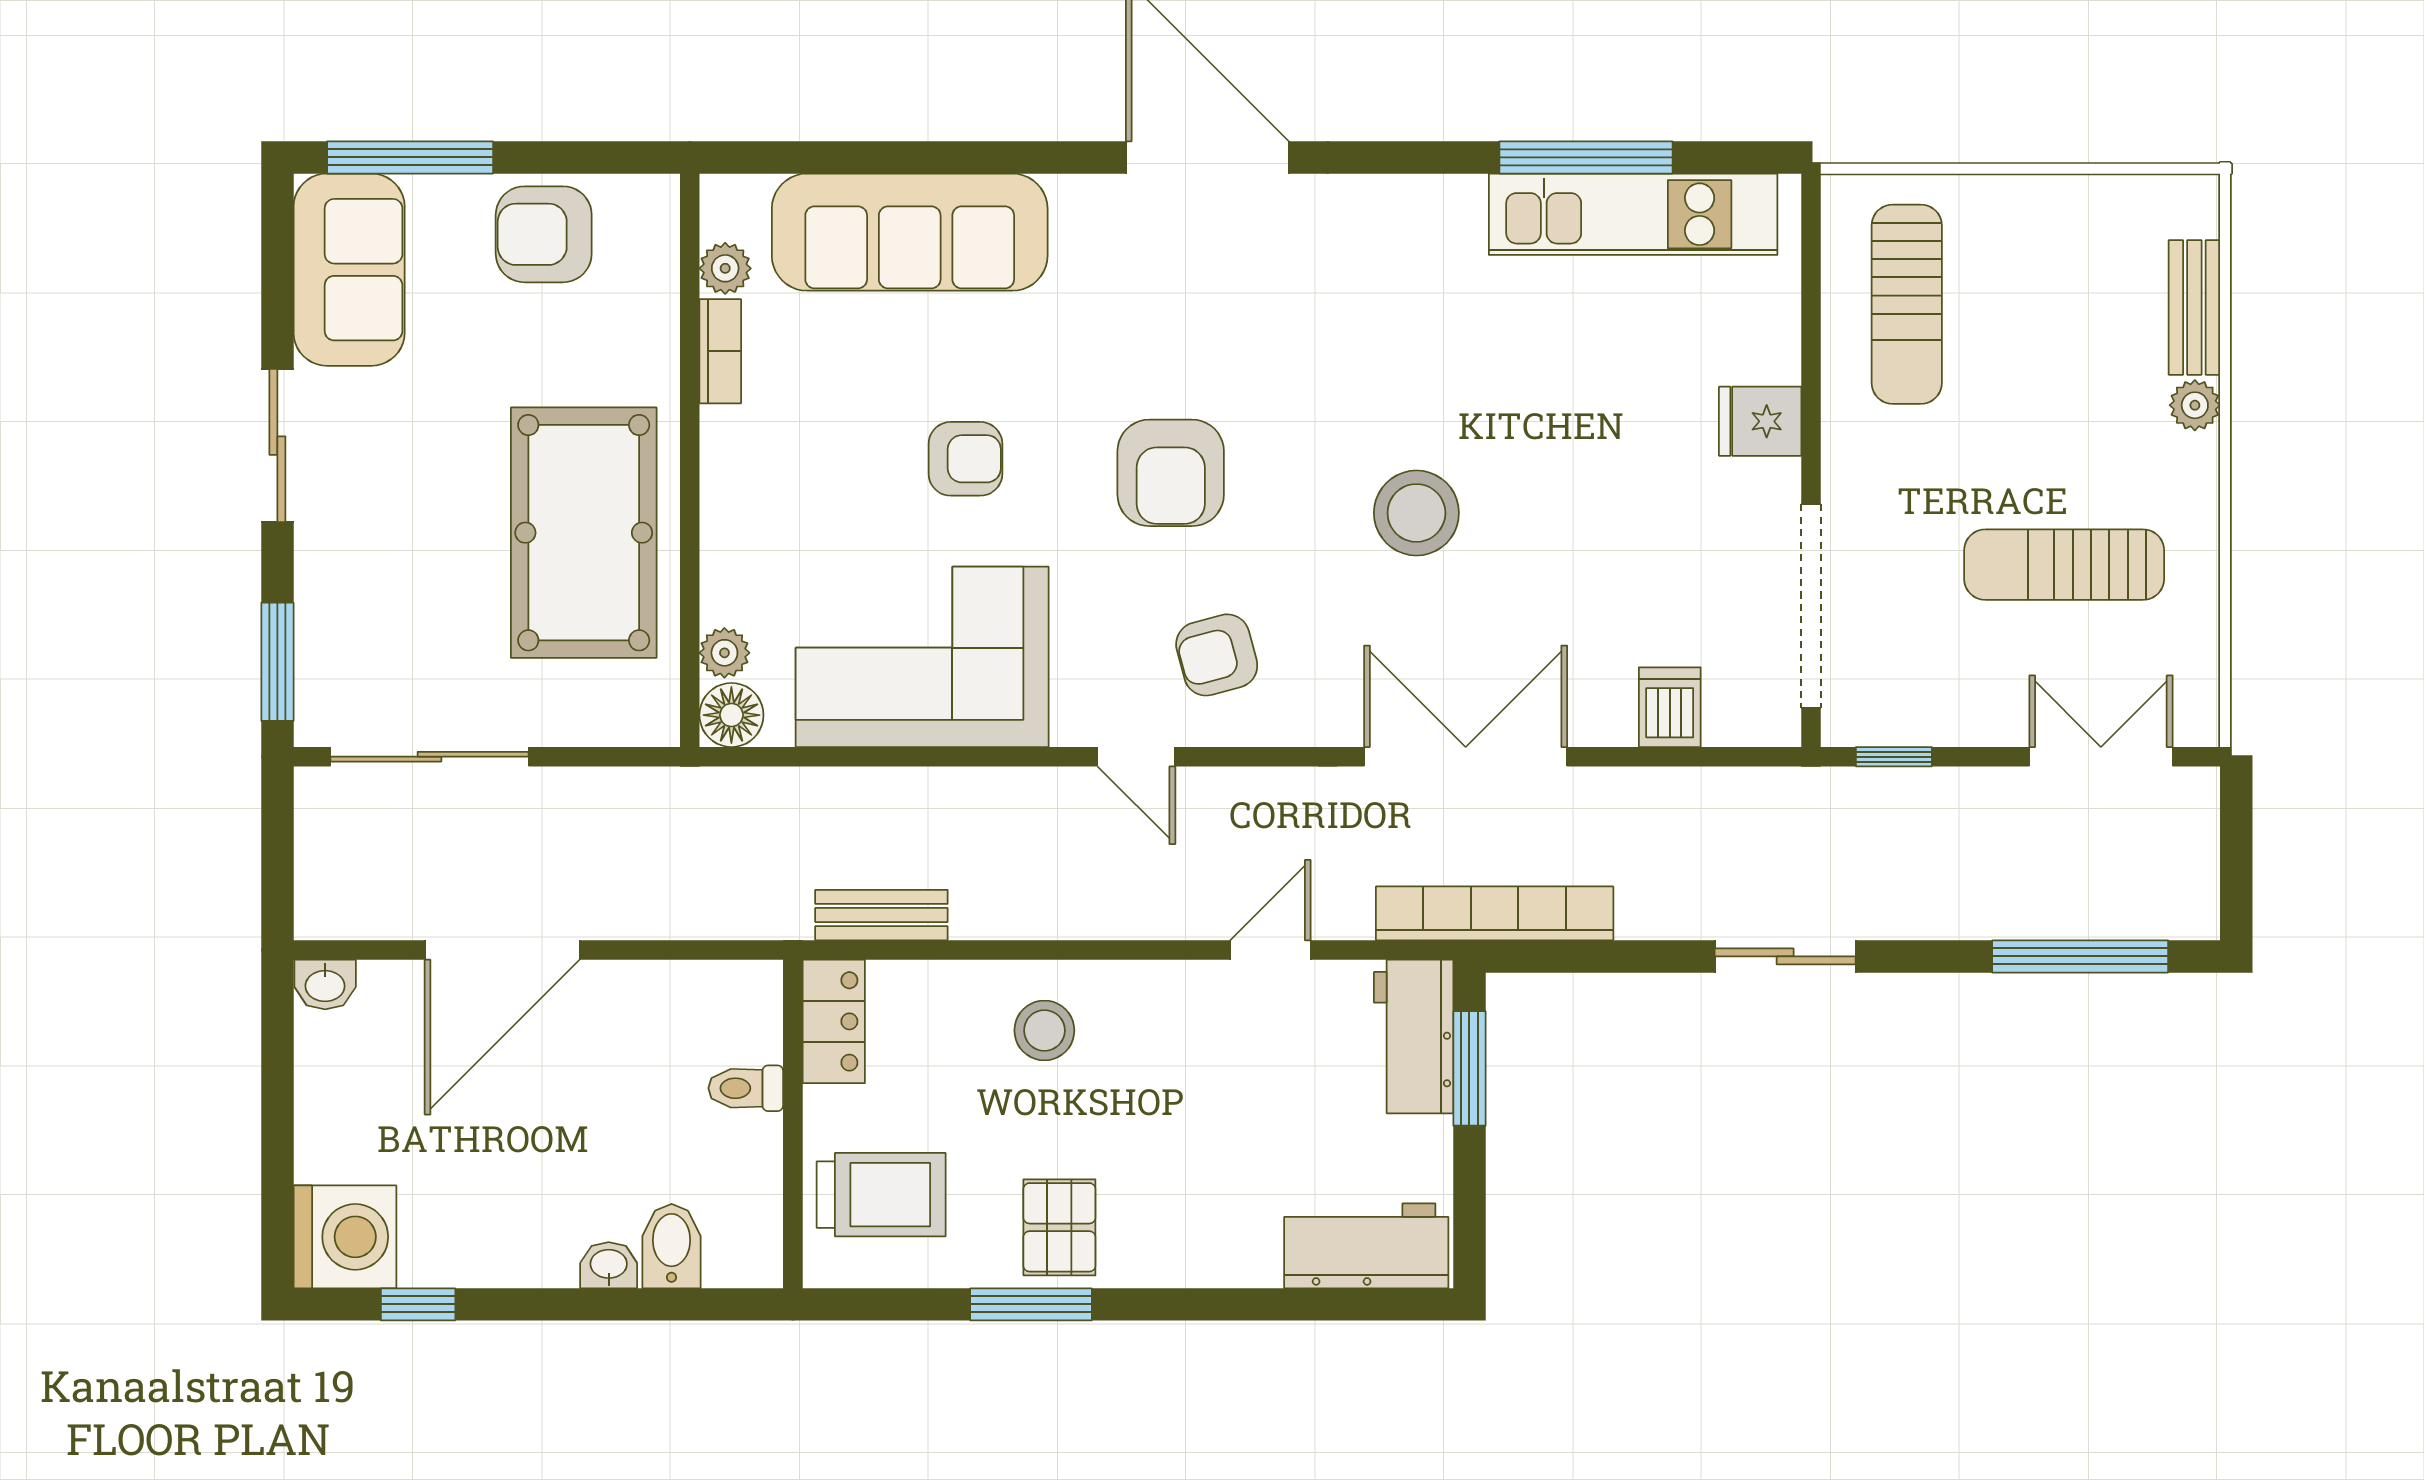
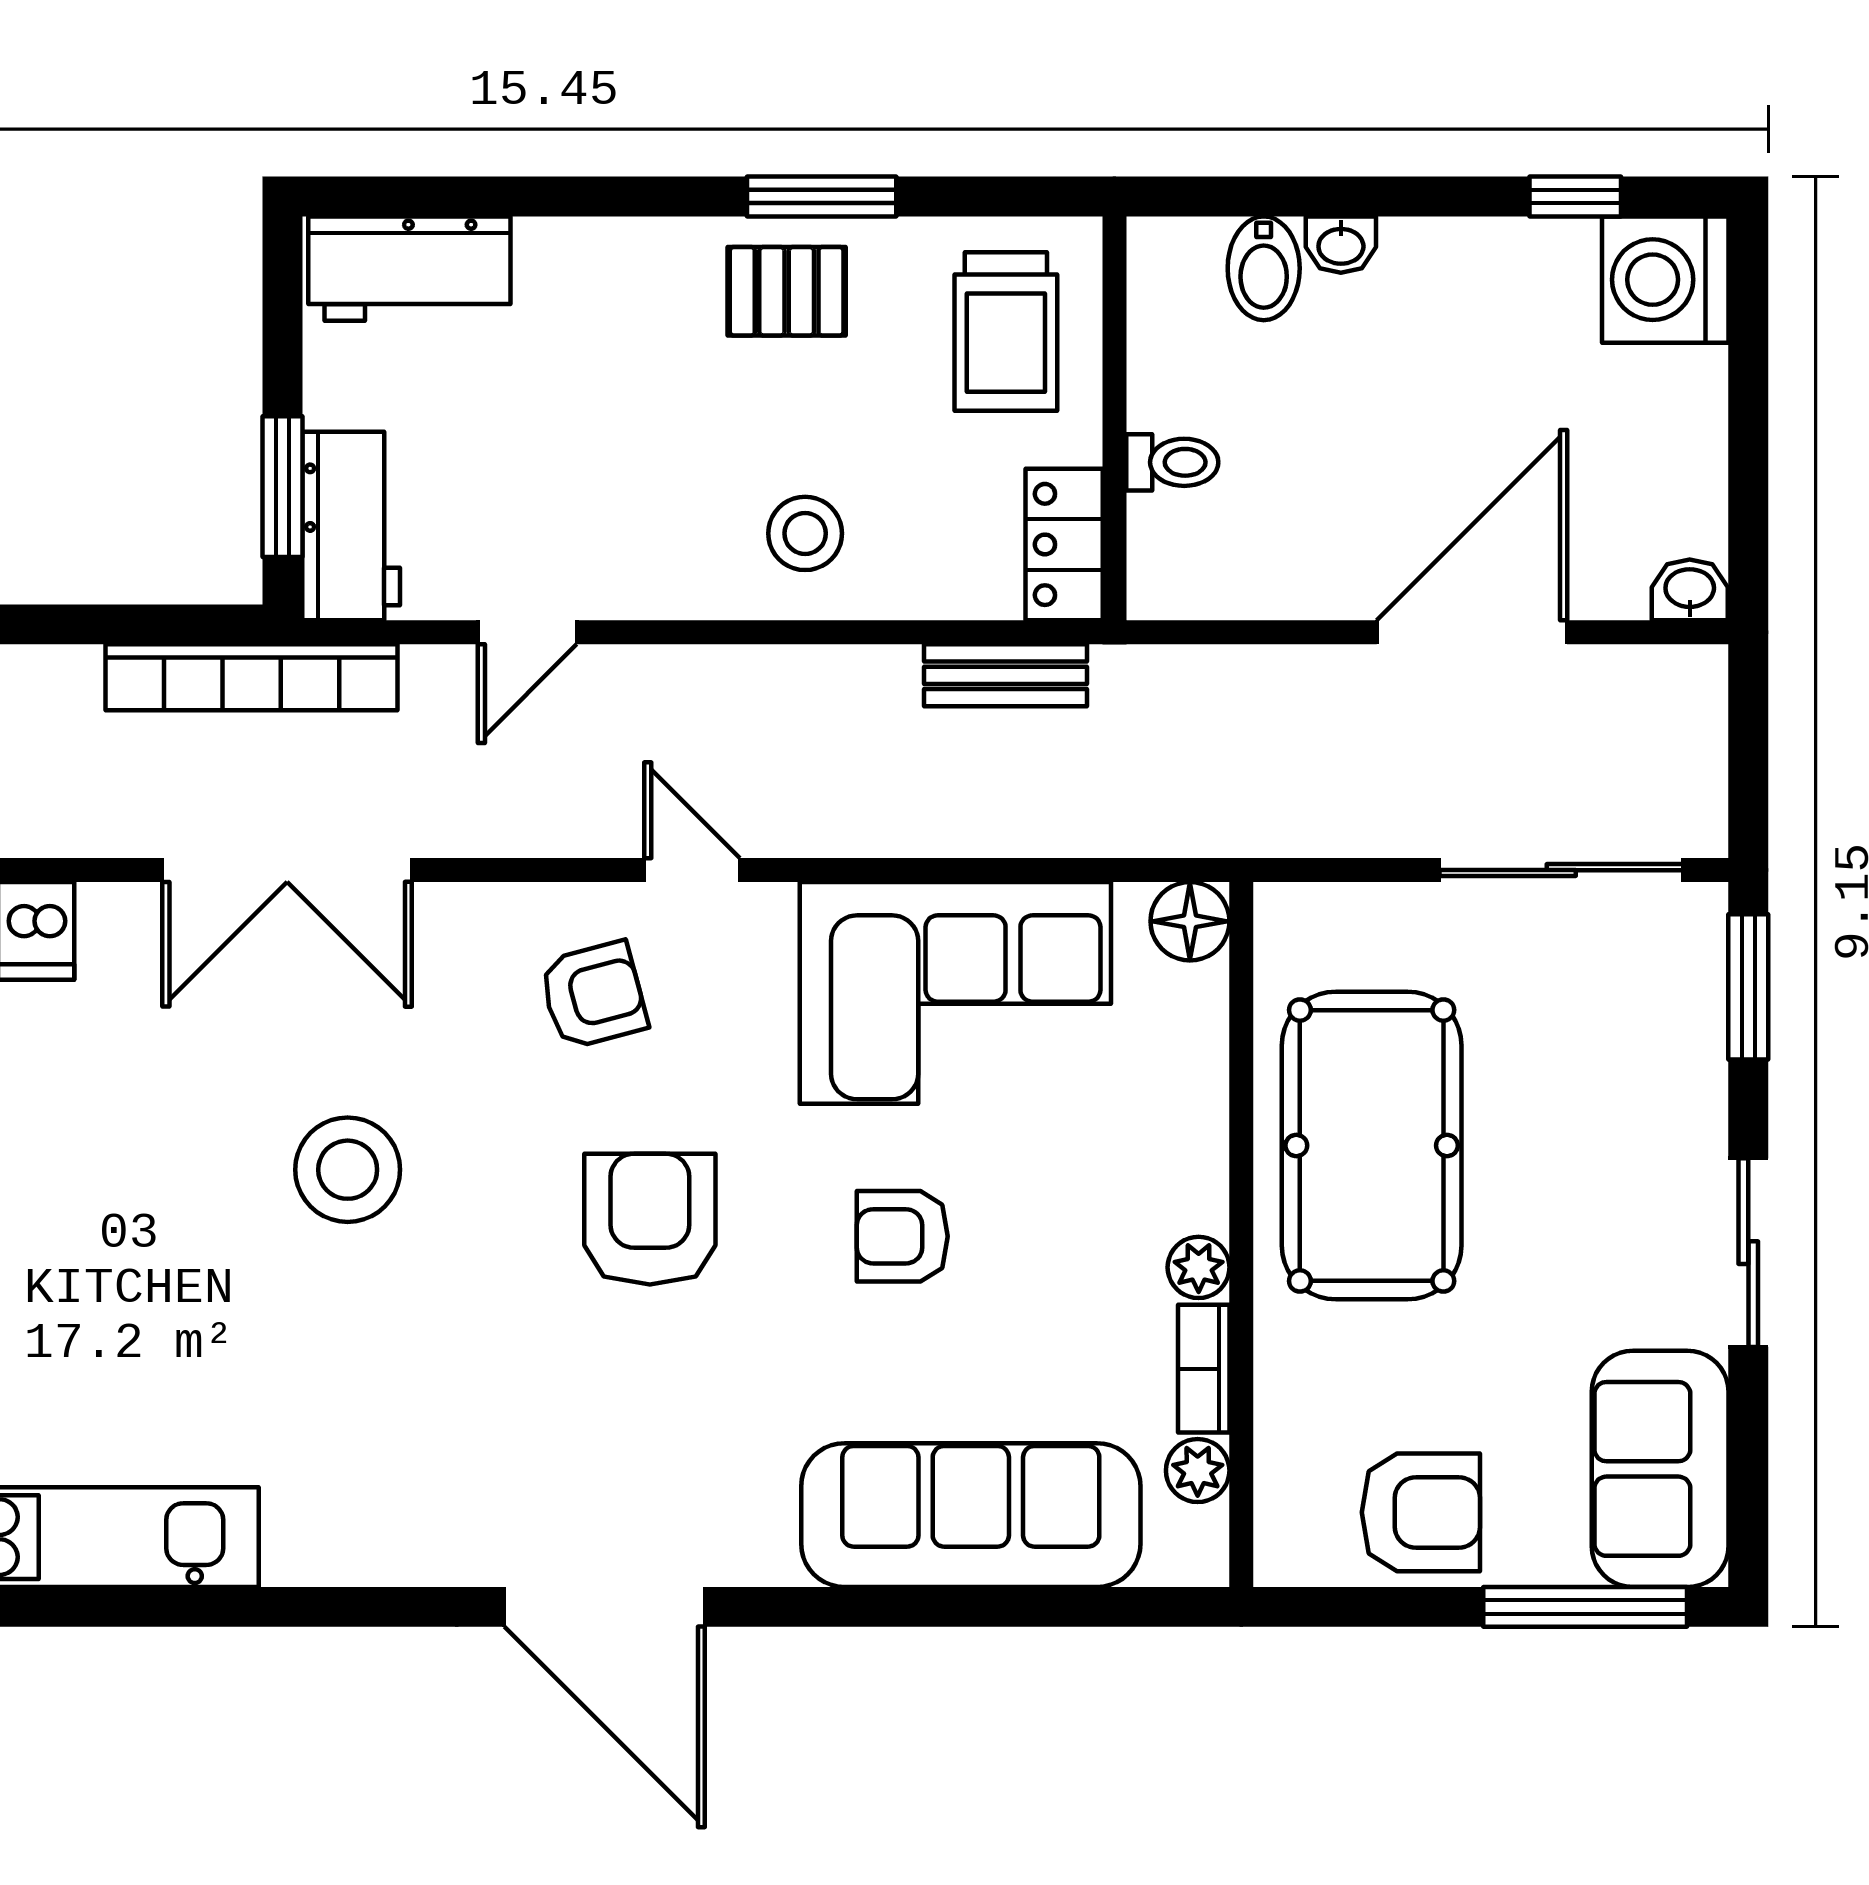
window: (1586, 157) -> (139, 1607), removed
plant: (724, 653) -> (1199, 1267), moved
trolley: (881, 1195) -> (1006, 331), turned -90
pallet: (1059, 1227) -> (787, 291), turned 90

